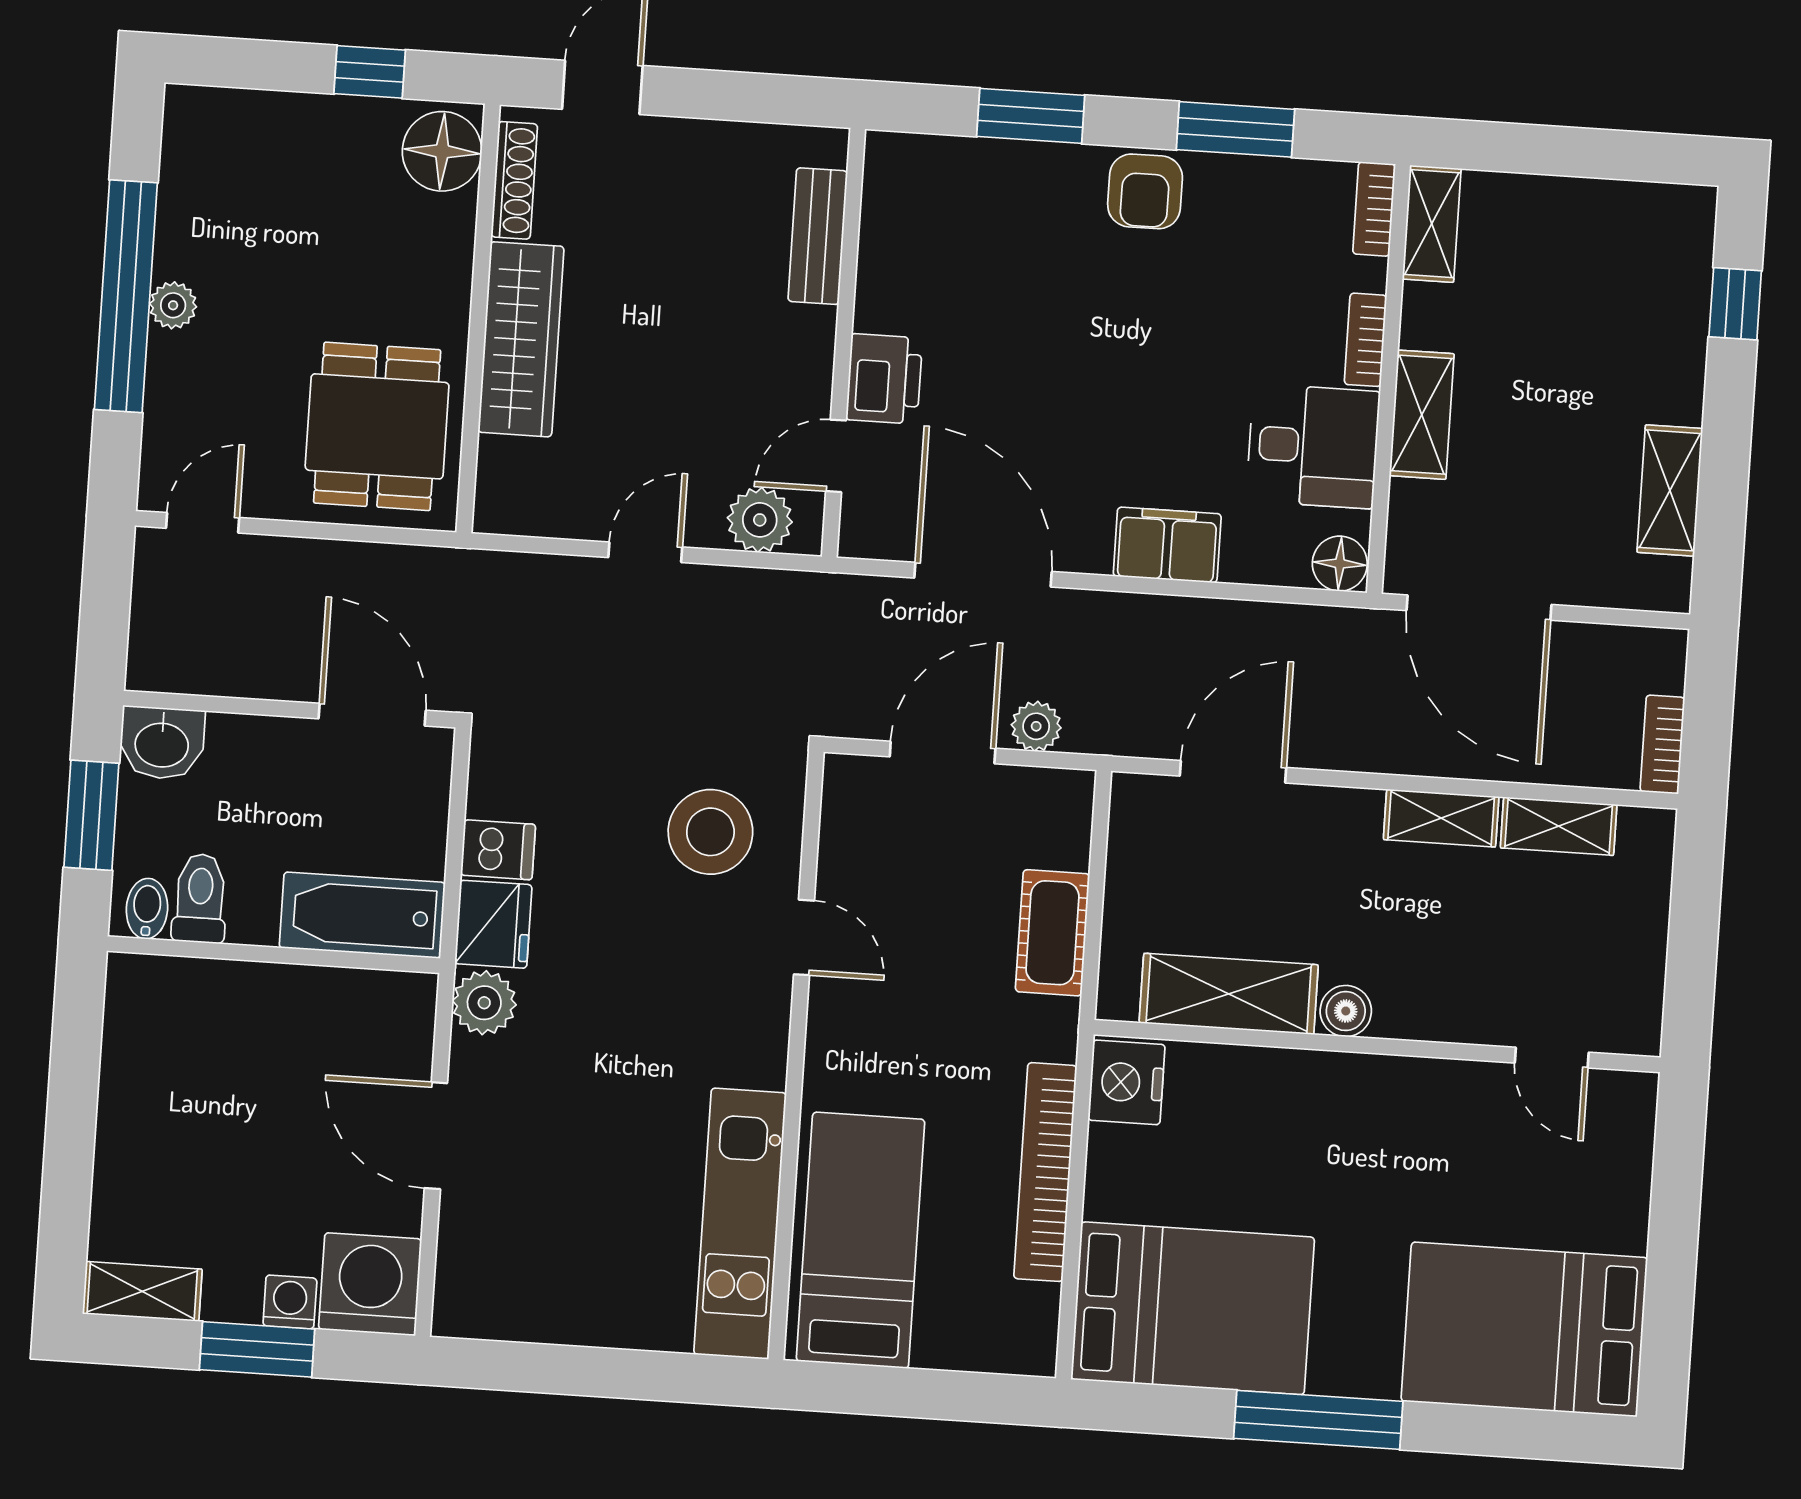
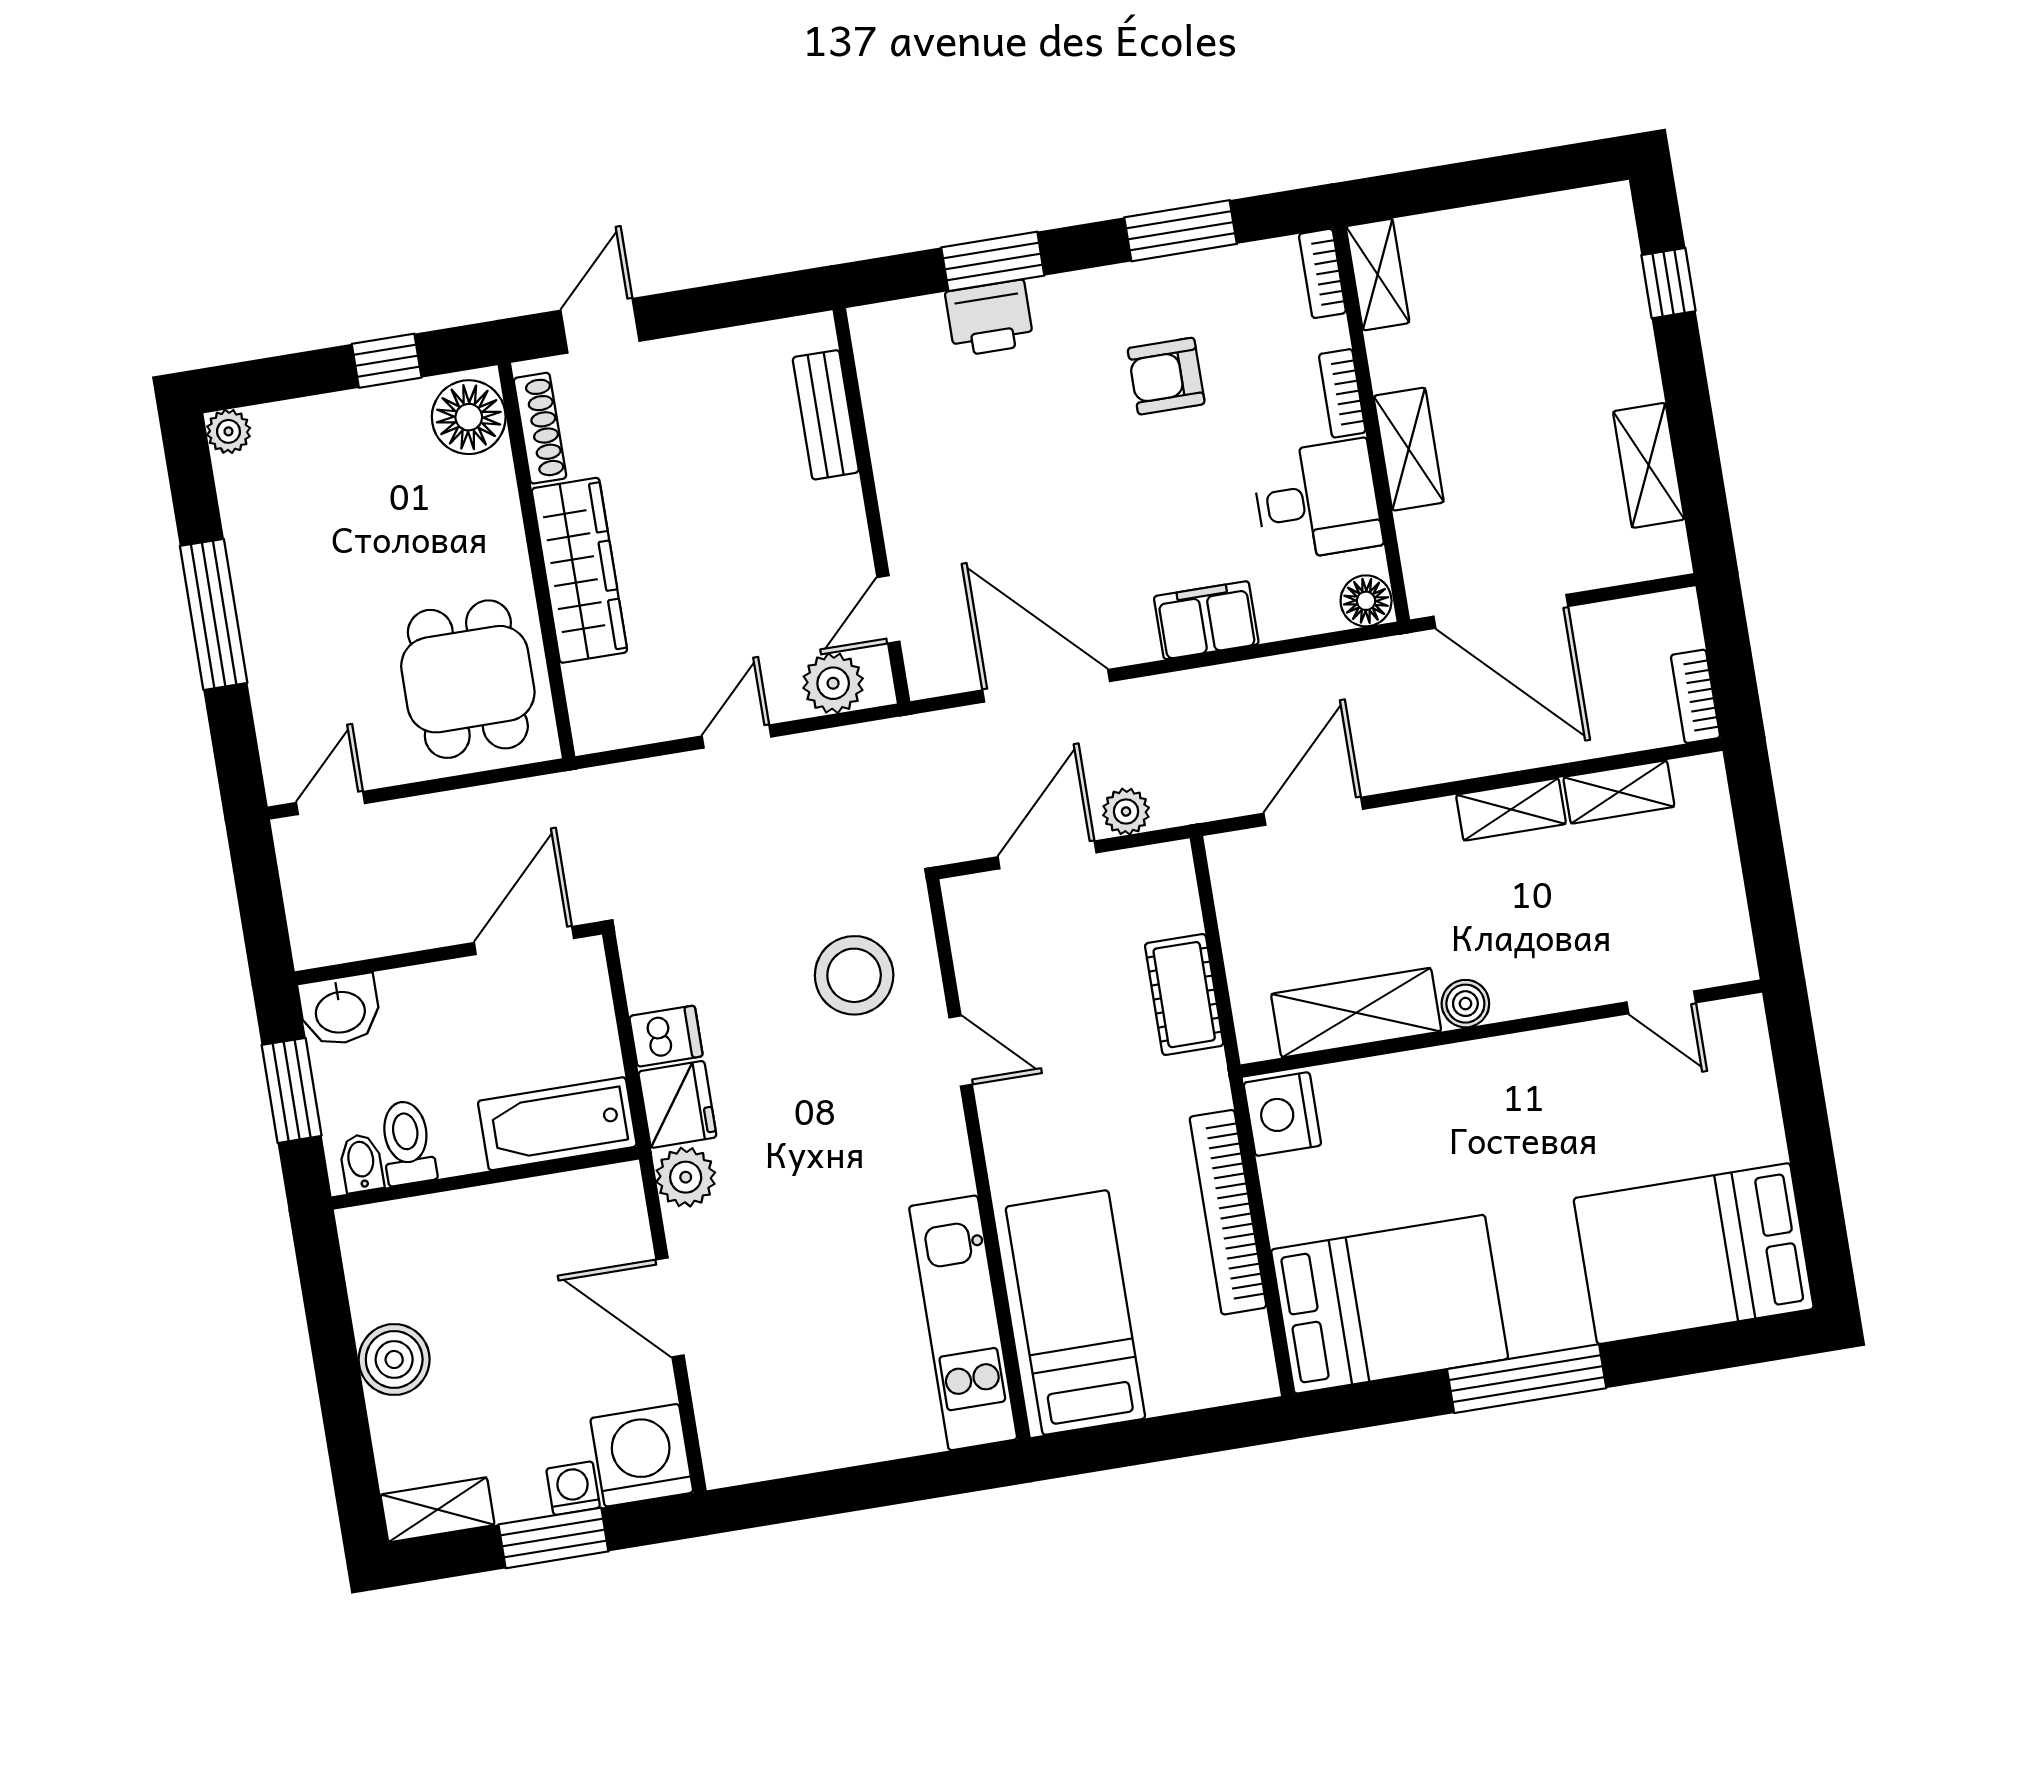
armchair: (1145, 191) -> (1166, 376), moved, turned 90
window: (126, 296) -> (214, 614), width x0.68
plant: (173, 305) -> (228, 431), moved
printer: (884, 379) -> (989, 318), moved, turned 90
door: (372, 715) -> (524, 940), hinge flipped
boiler: (133, 1123) -> (394, 1359), added

